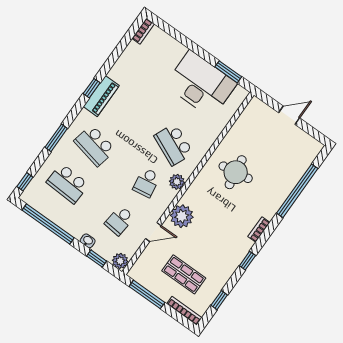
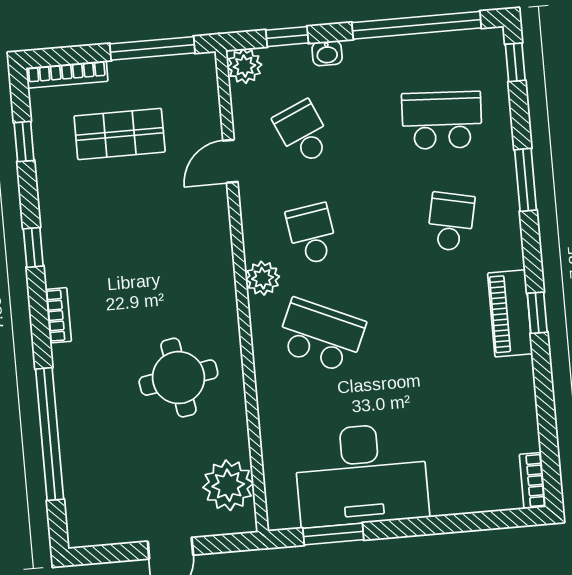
school desk: (95, 146) -> (451, 222), width x0.54
plant: (182, 216) -> (228, 485), moved
school desk: (119, 220) -> (303, 132), turned -30

